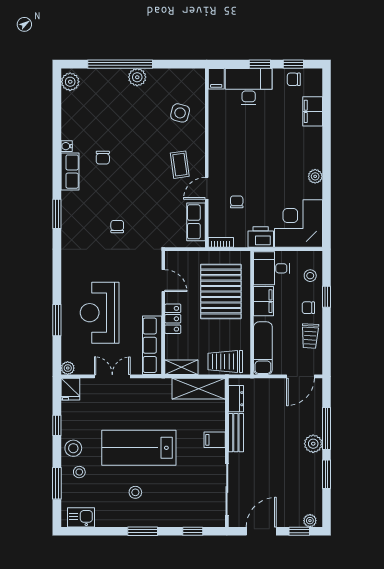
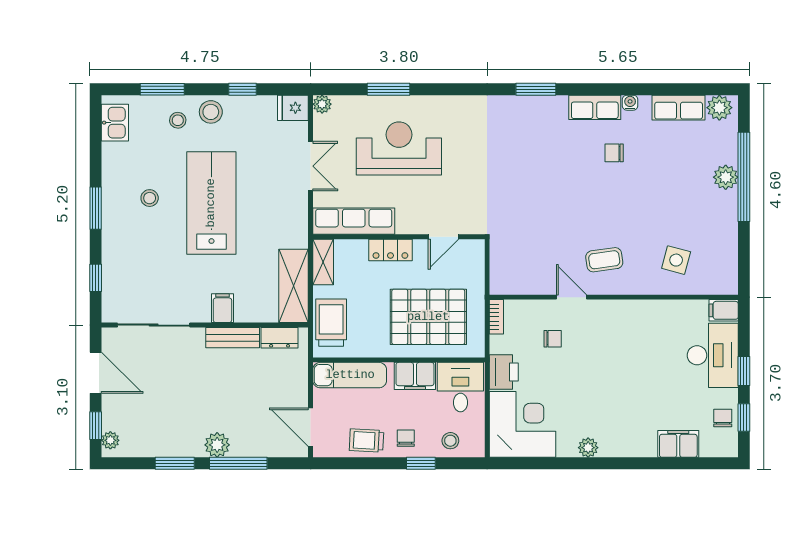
plant: (137, 77) -> (726, 177), moved
row of seats: (196, 222) -> (679, 108), moved, turned 180
chair: (117, 227) -> (518, 173), removed

